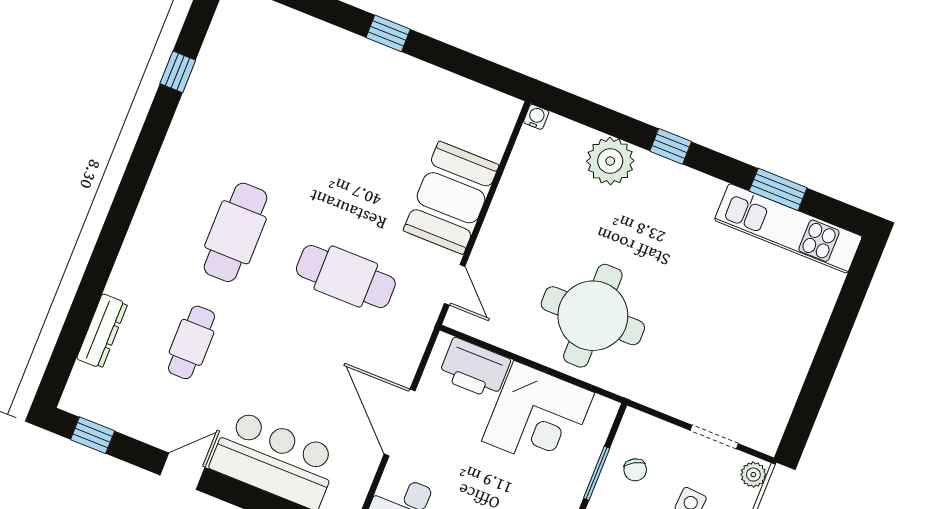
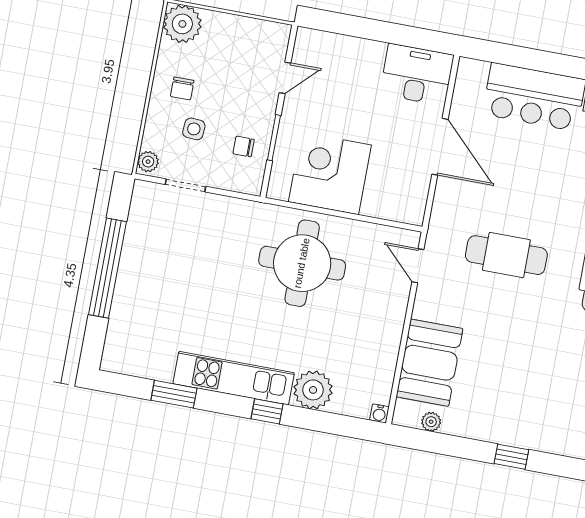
plant: (476, 95) -> (431, 422), added
booth: (451, 198) -> (430, 363), moved
kitchen unit: (788, 228) -> (234, 378), moved
window: (828, 357) -> (108, 268), added
printer: (474, 368) -> (389, 202), removed
chair: (635, 470) -> (244, 146), turned -60

